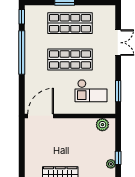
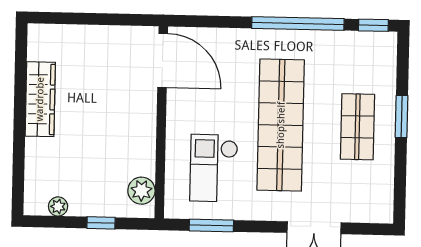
shop shelf: (70, 23) -> (357, 127), width x0.70, depth x0.74
shop shelf: (70, 59) -> (281, 125), width x1.40
window: (118, 158) -> (101, 223), moved

